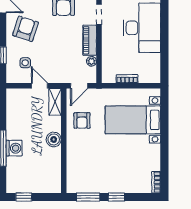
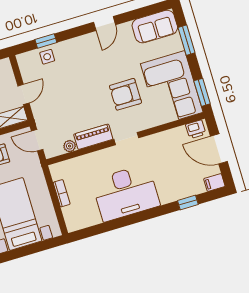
armchair: (25, 29) -> (84, 59), removed
side table: (25, 63) -> (47, 57), moved

